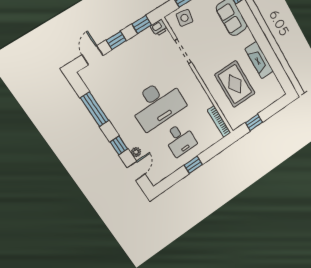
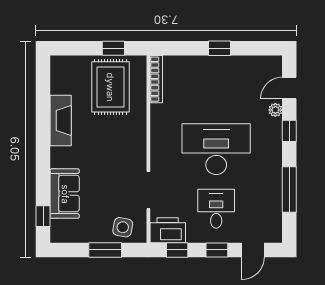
printer: (159, 28) -> (168, 230), width x1.87, depth x1.48
rug: (235, 84) -> (110, 87), moved
desk: (180, 140) -> (216, 209), moved

